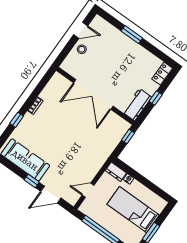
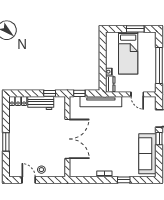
window: (156, 98) -> (50, 93), moved
workbench: (137, 105) -> (41, 103), moved
tv unit: (106, 151) -> (101, 102), added

